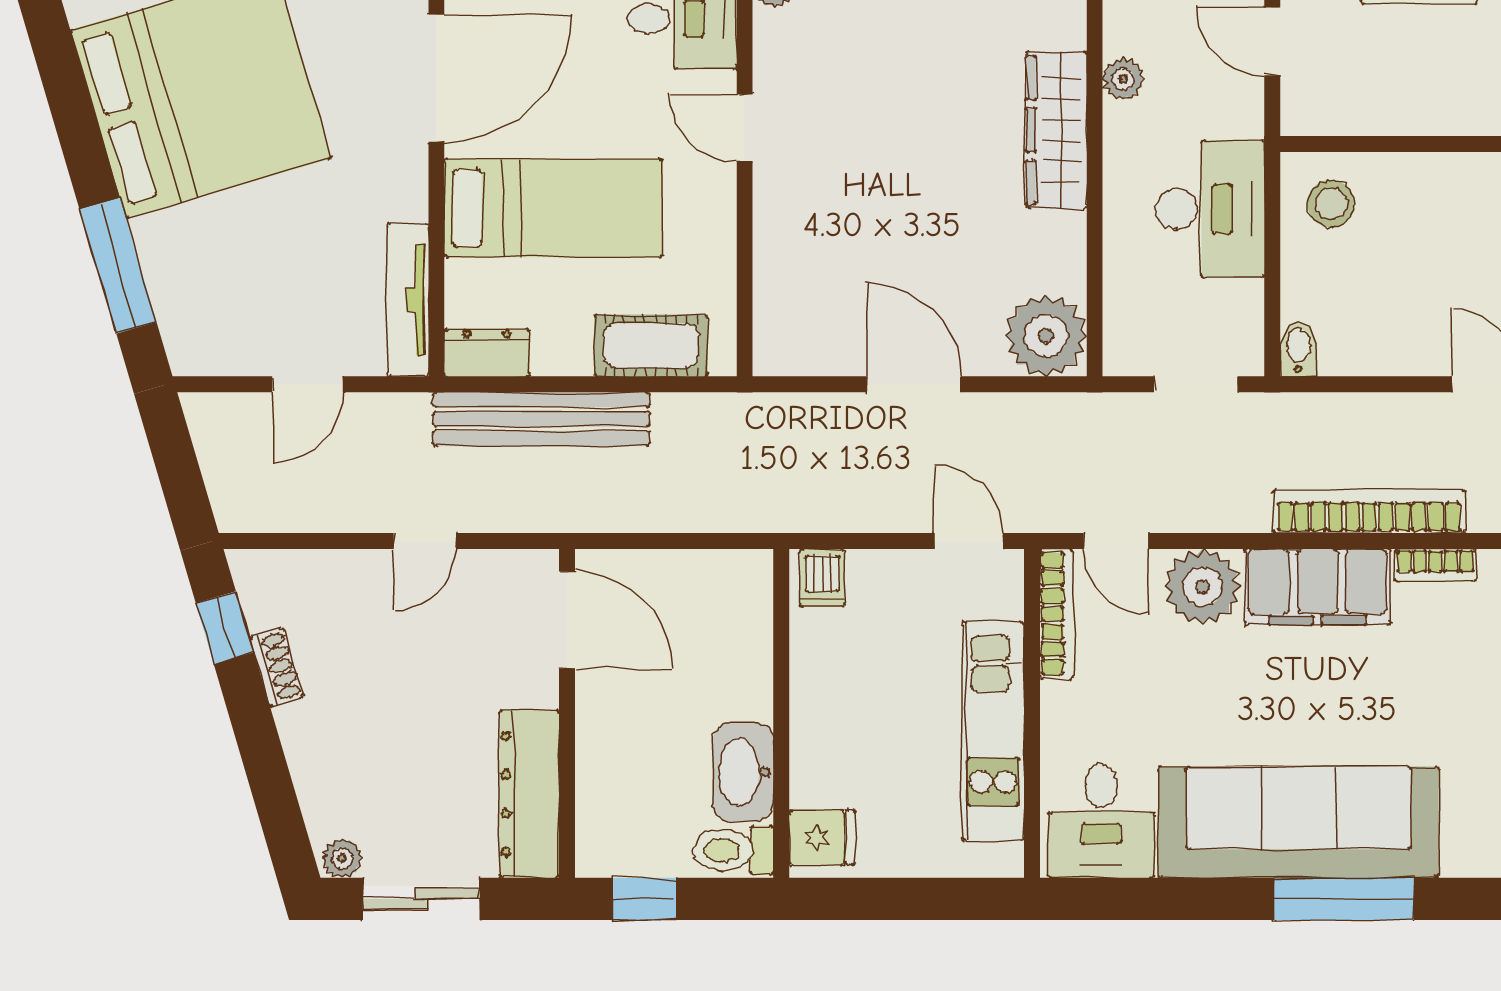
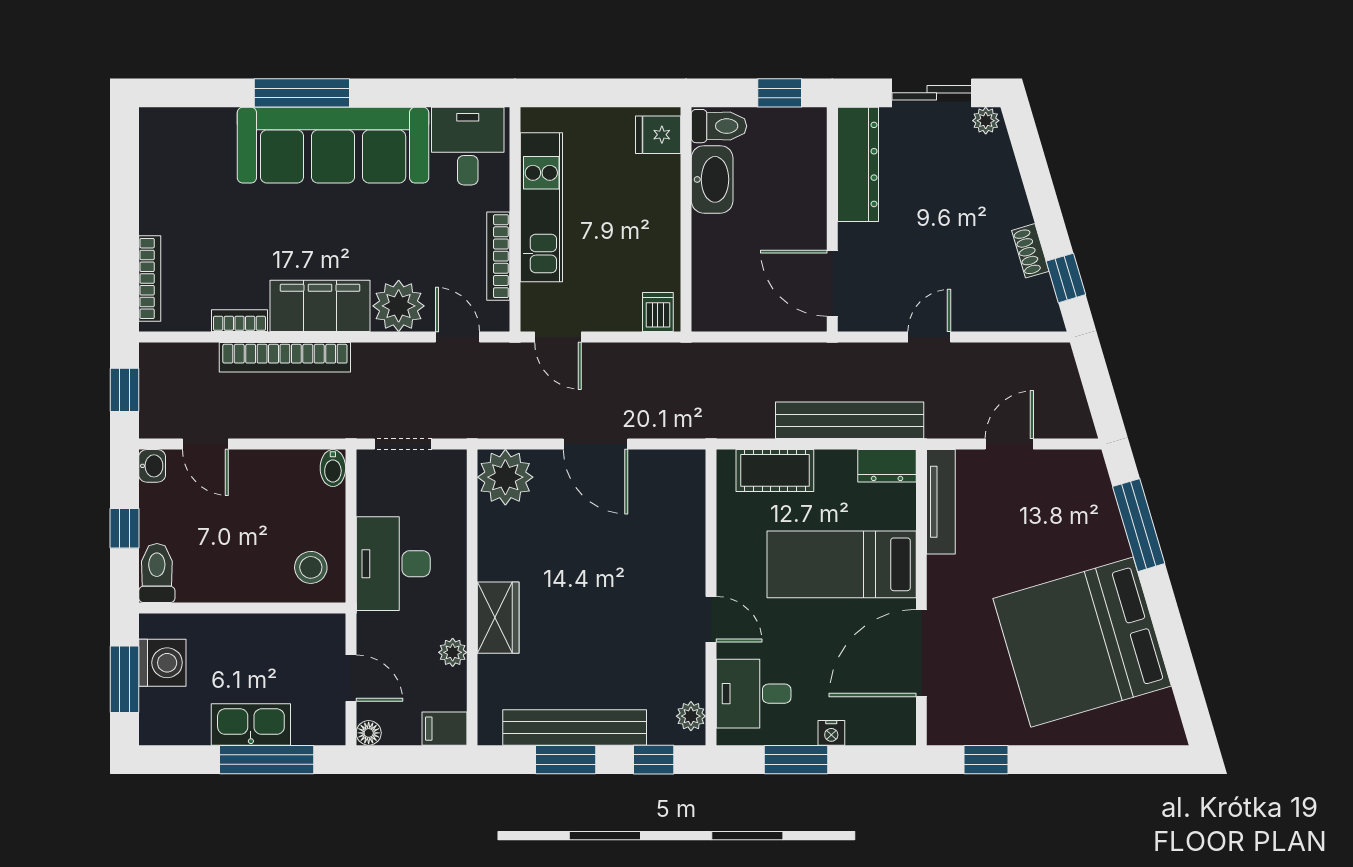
wardrobe: (1056, 130) -> (498, 618), width x0.67
bookcase: (1056, 614) -> (498, 256), moved

